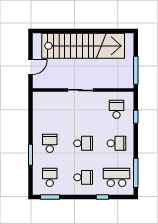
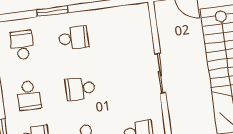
school desk: (83, 143) -> (80, 89), turned 90
school desk: (50, 177) -> (22, 45), turned -90

